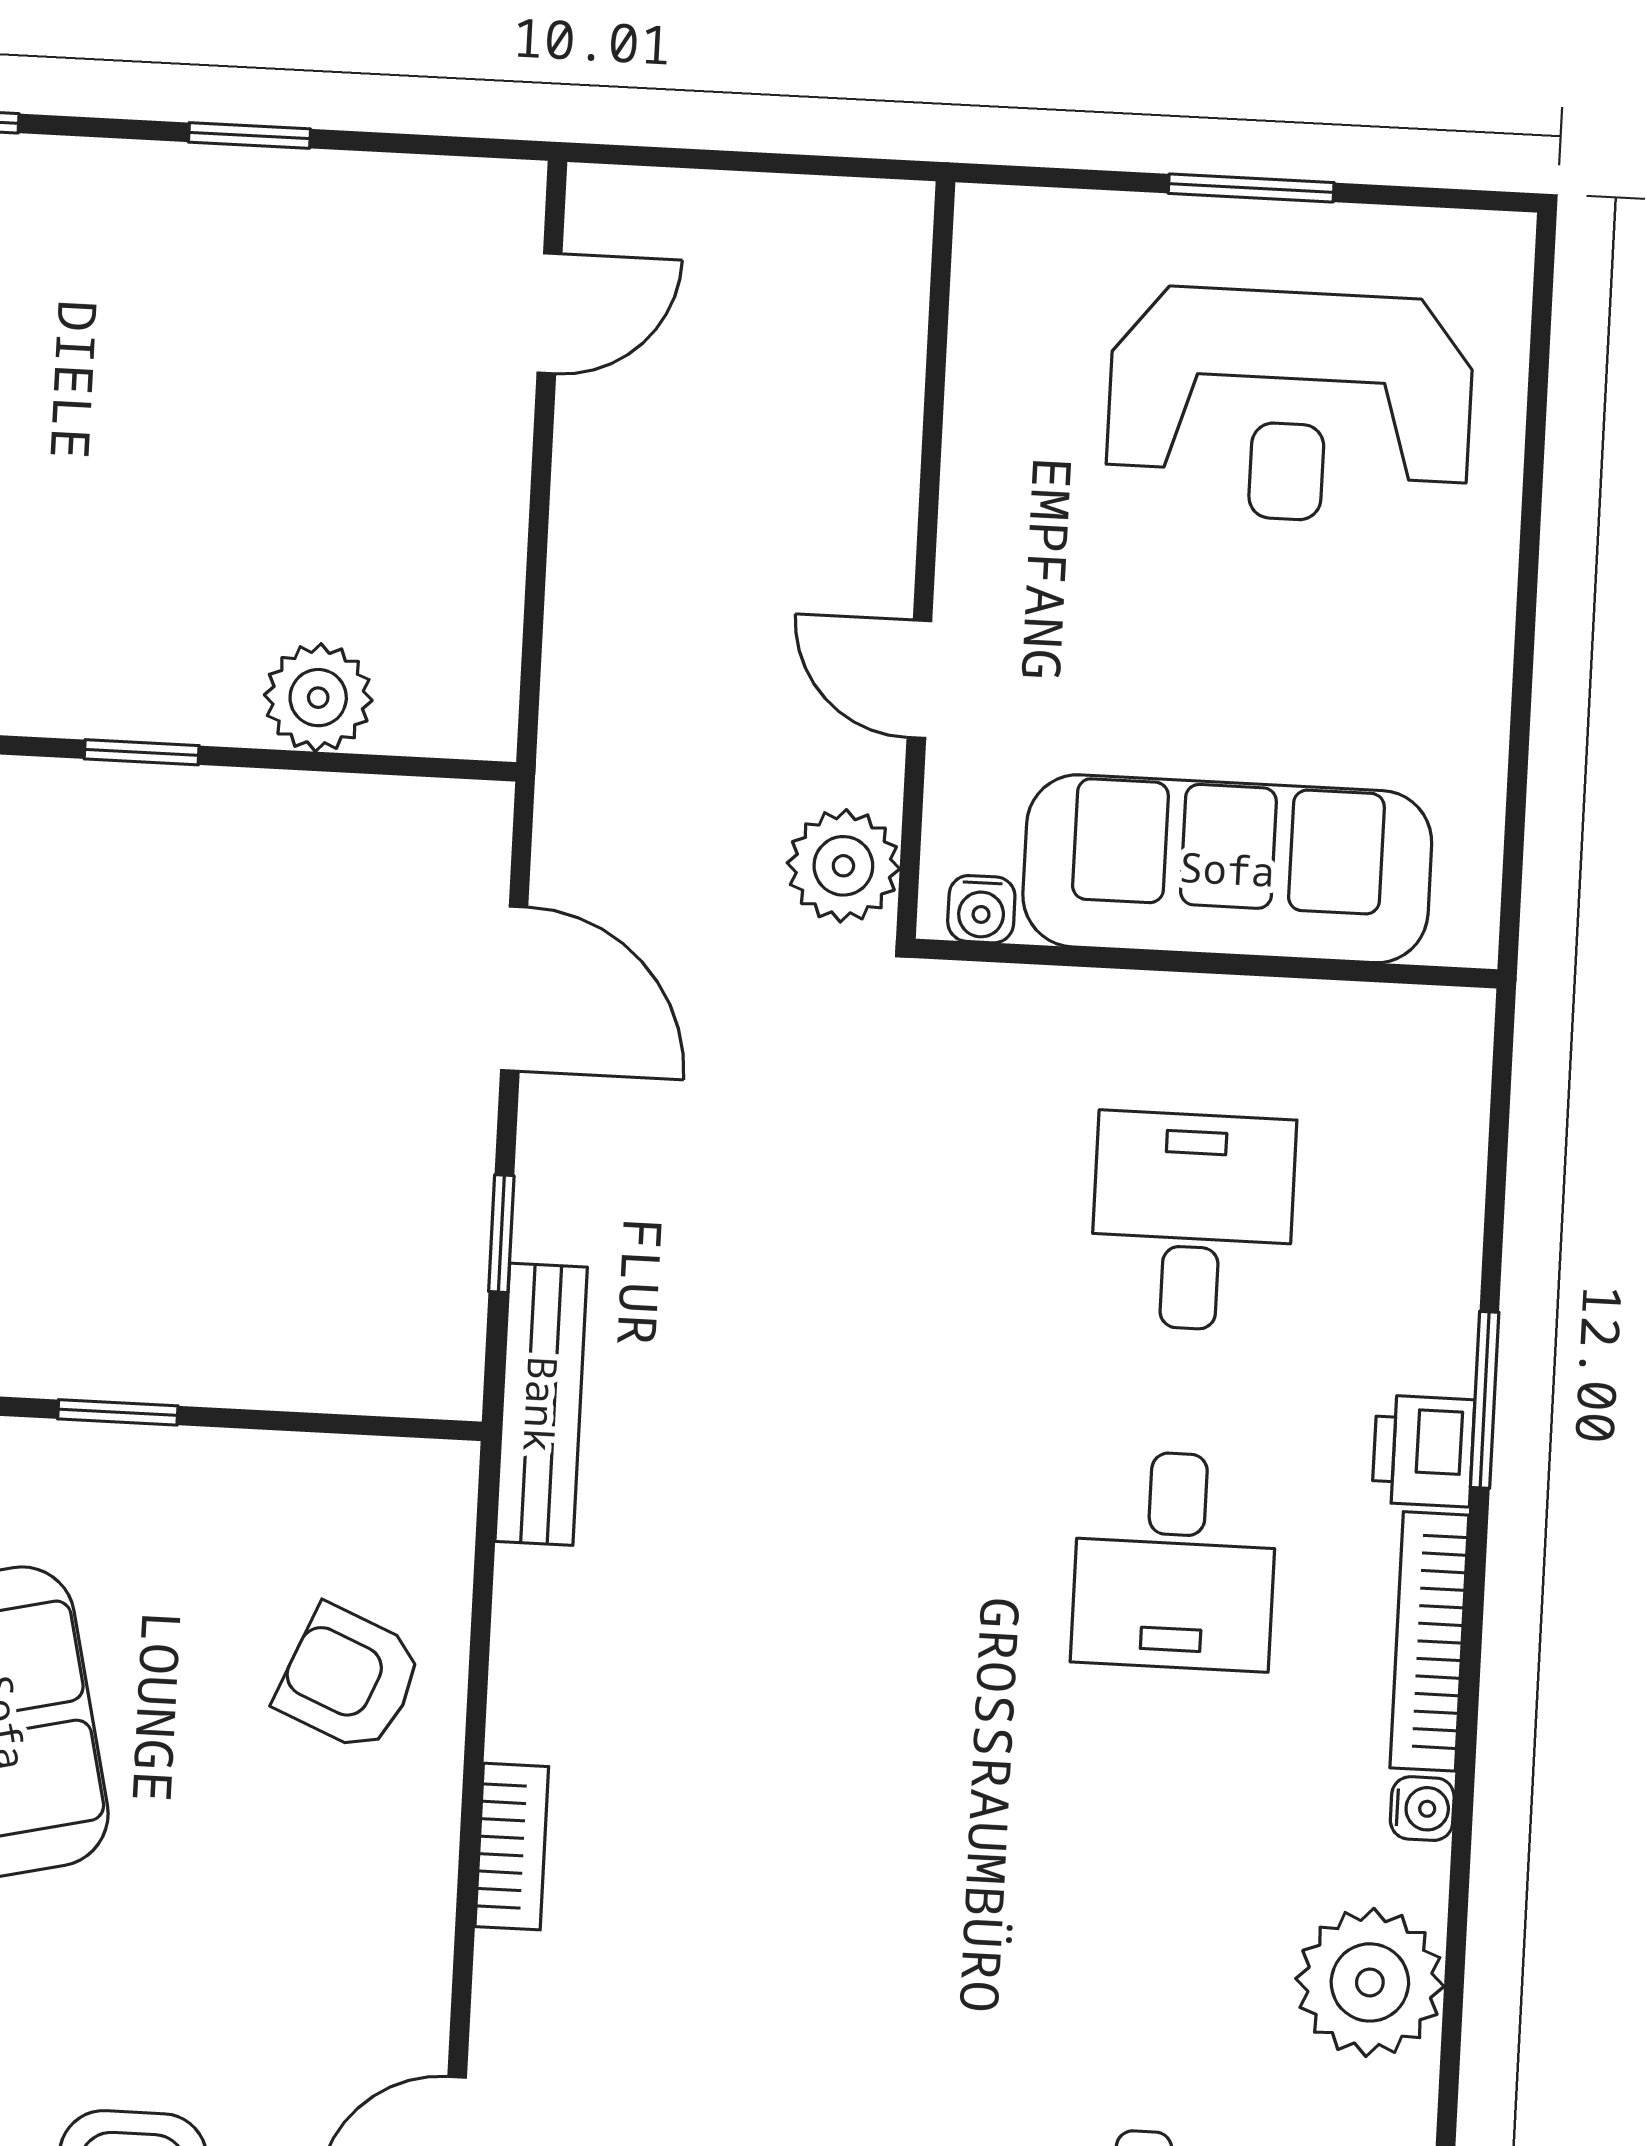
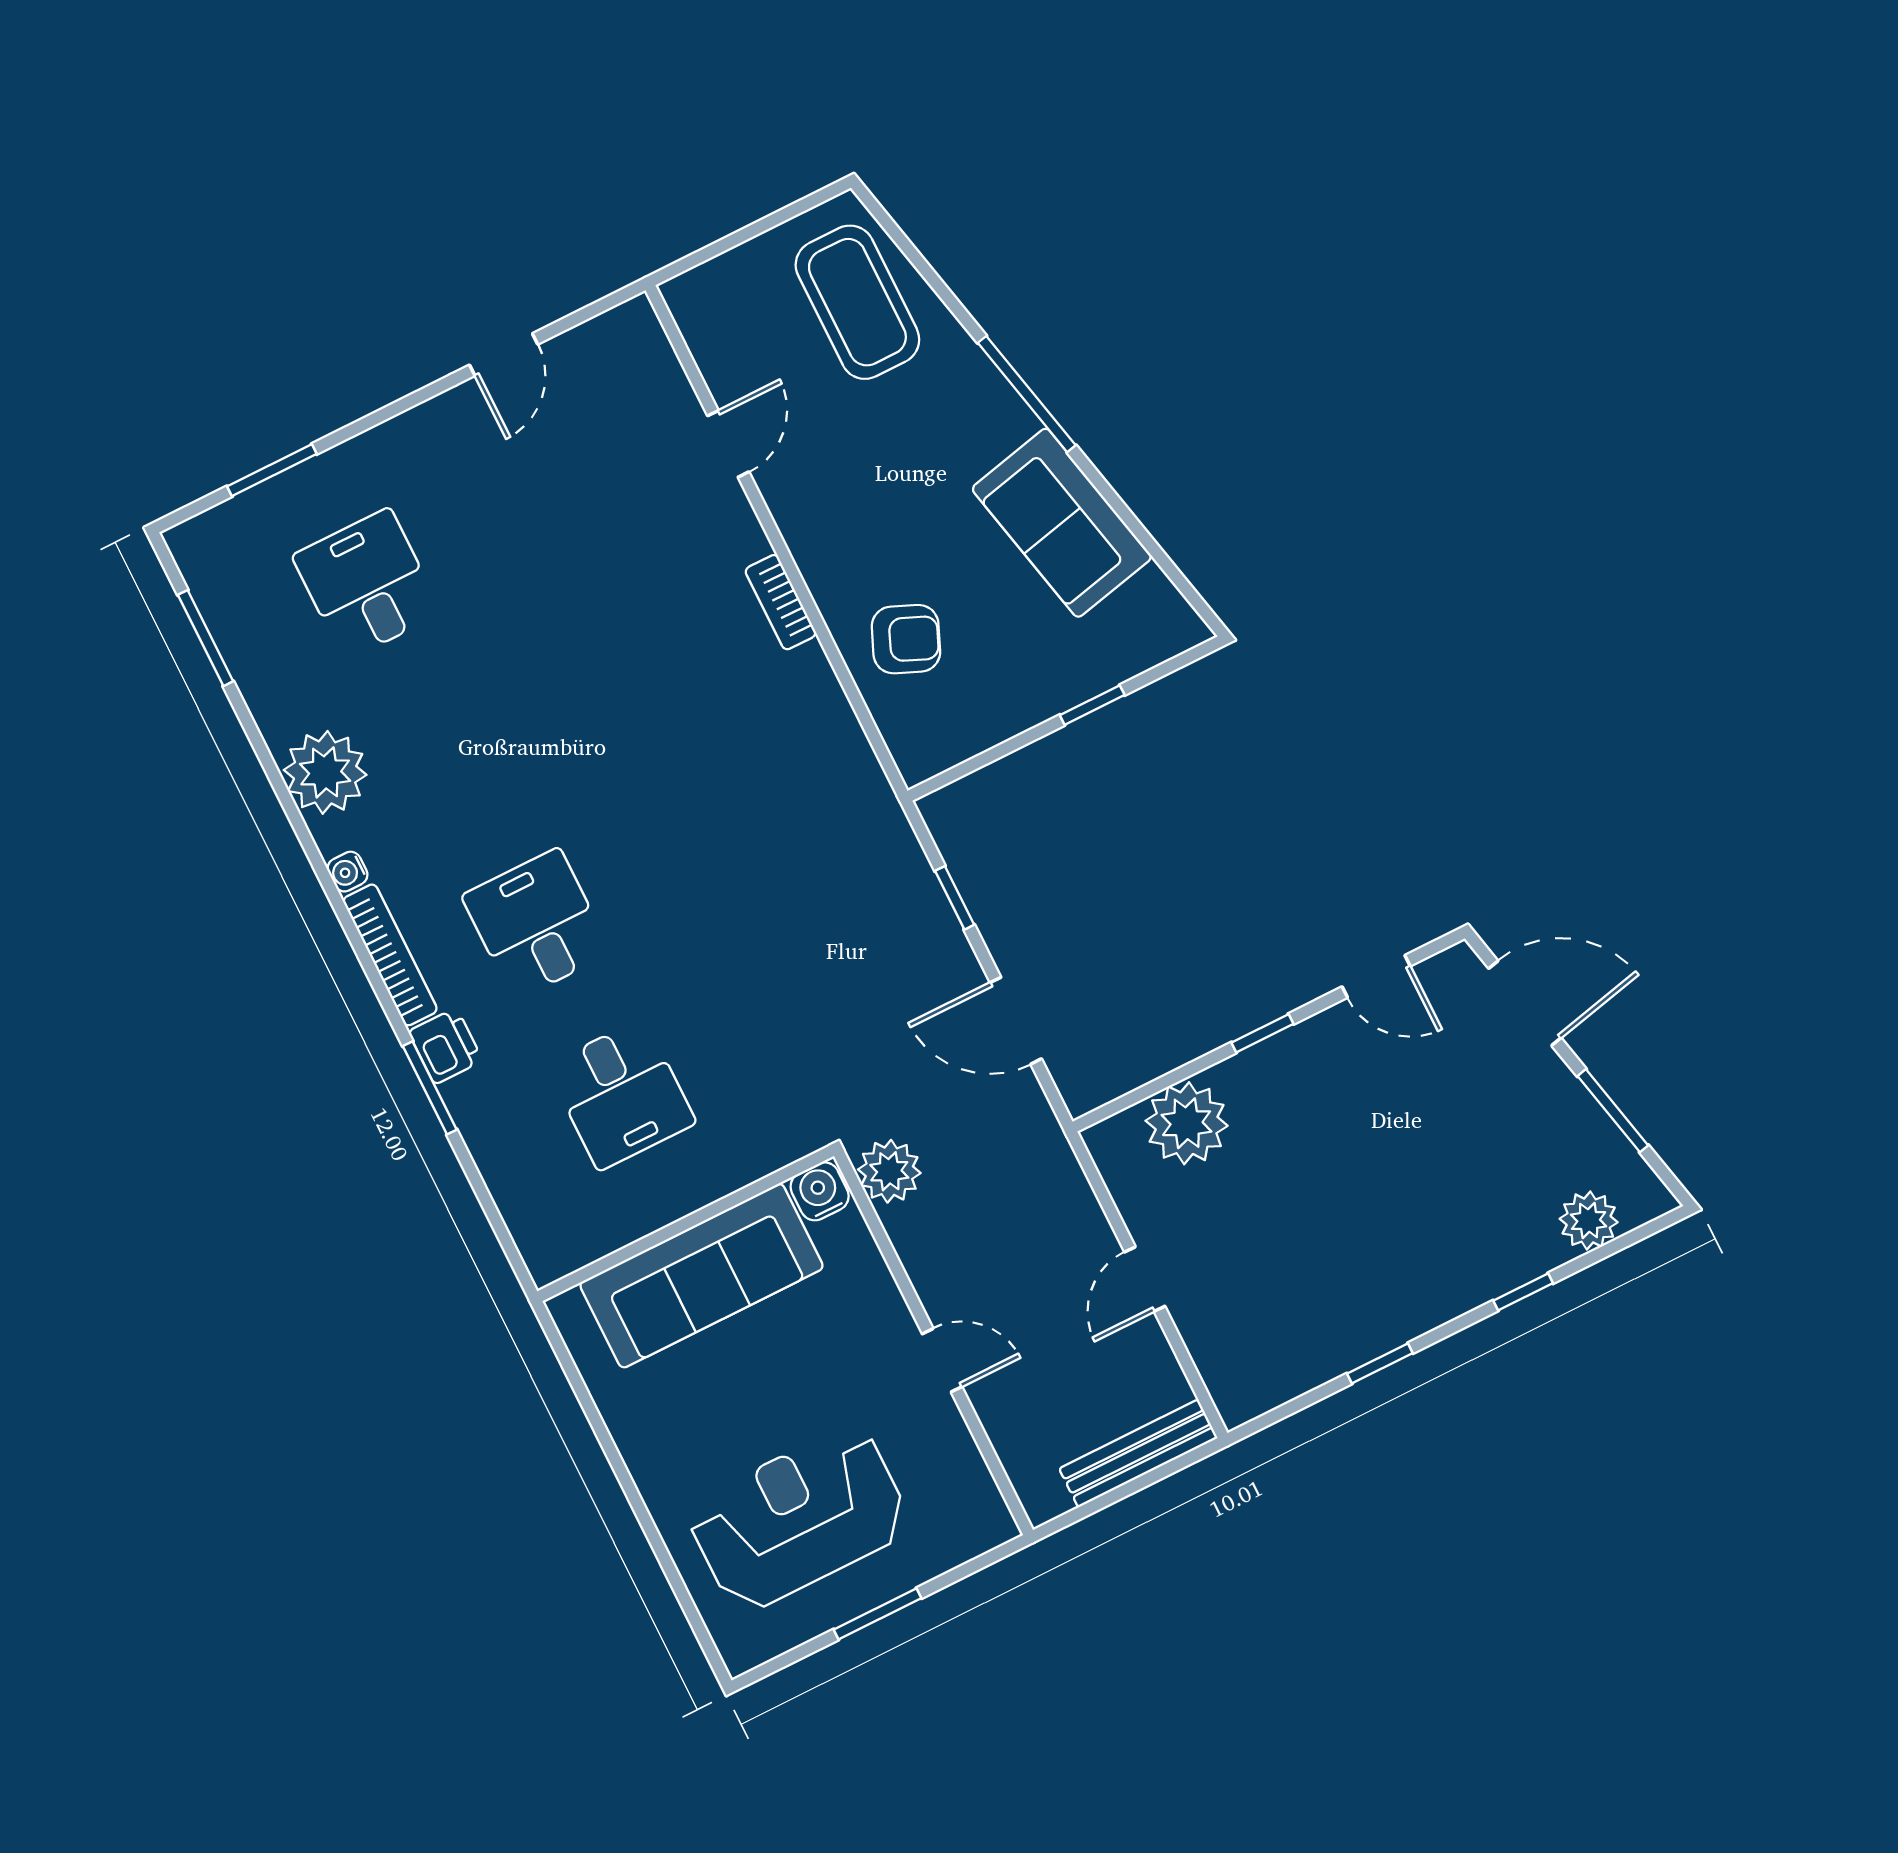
door: (550, 313) -> (1145, 1279), moved
door: (919, 679) -> (942, 1360), moved
plant: (318, 698) -> (1187, 1123), width x1.36, depth x1.36
water cooler: (981, 909) -> (820, 1191), width x1.38, depth x1.38
bench: (541, 1404) -> (1138, 1453), moved, turned 90

